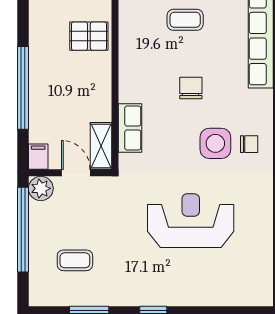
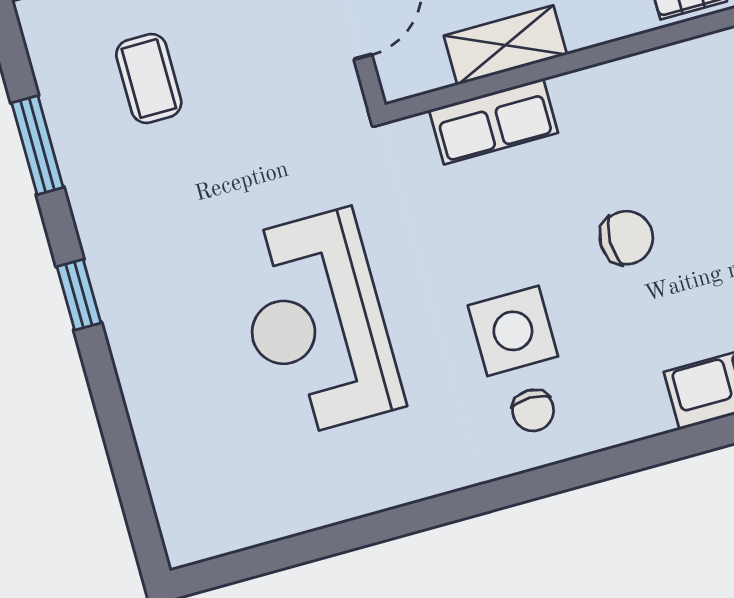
shelving: (101, 146) -> (505, 45), moved
reception desk: (191, 221) -> (316, 323), turned 180

